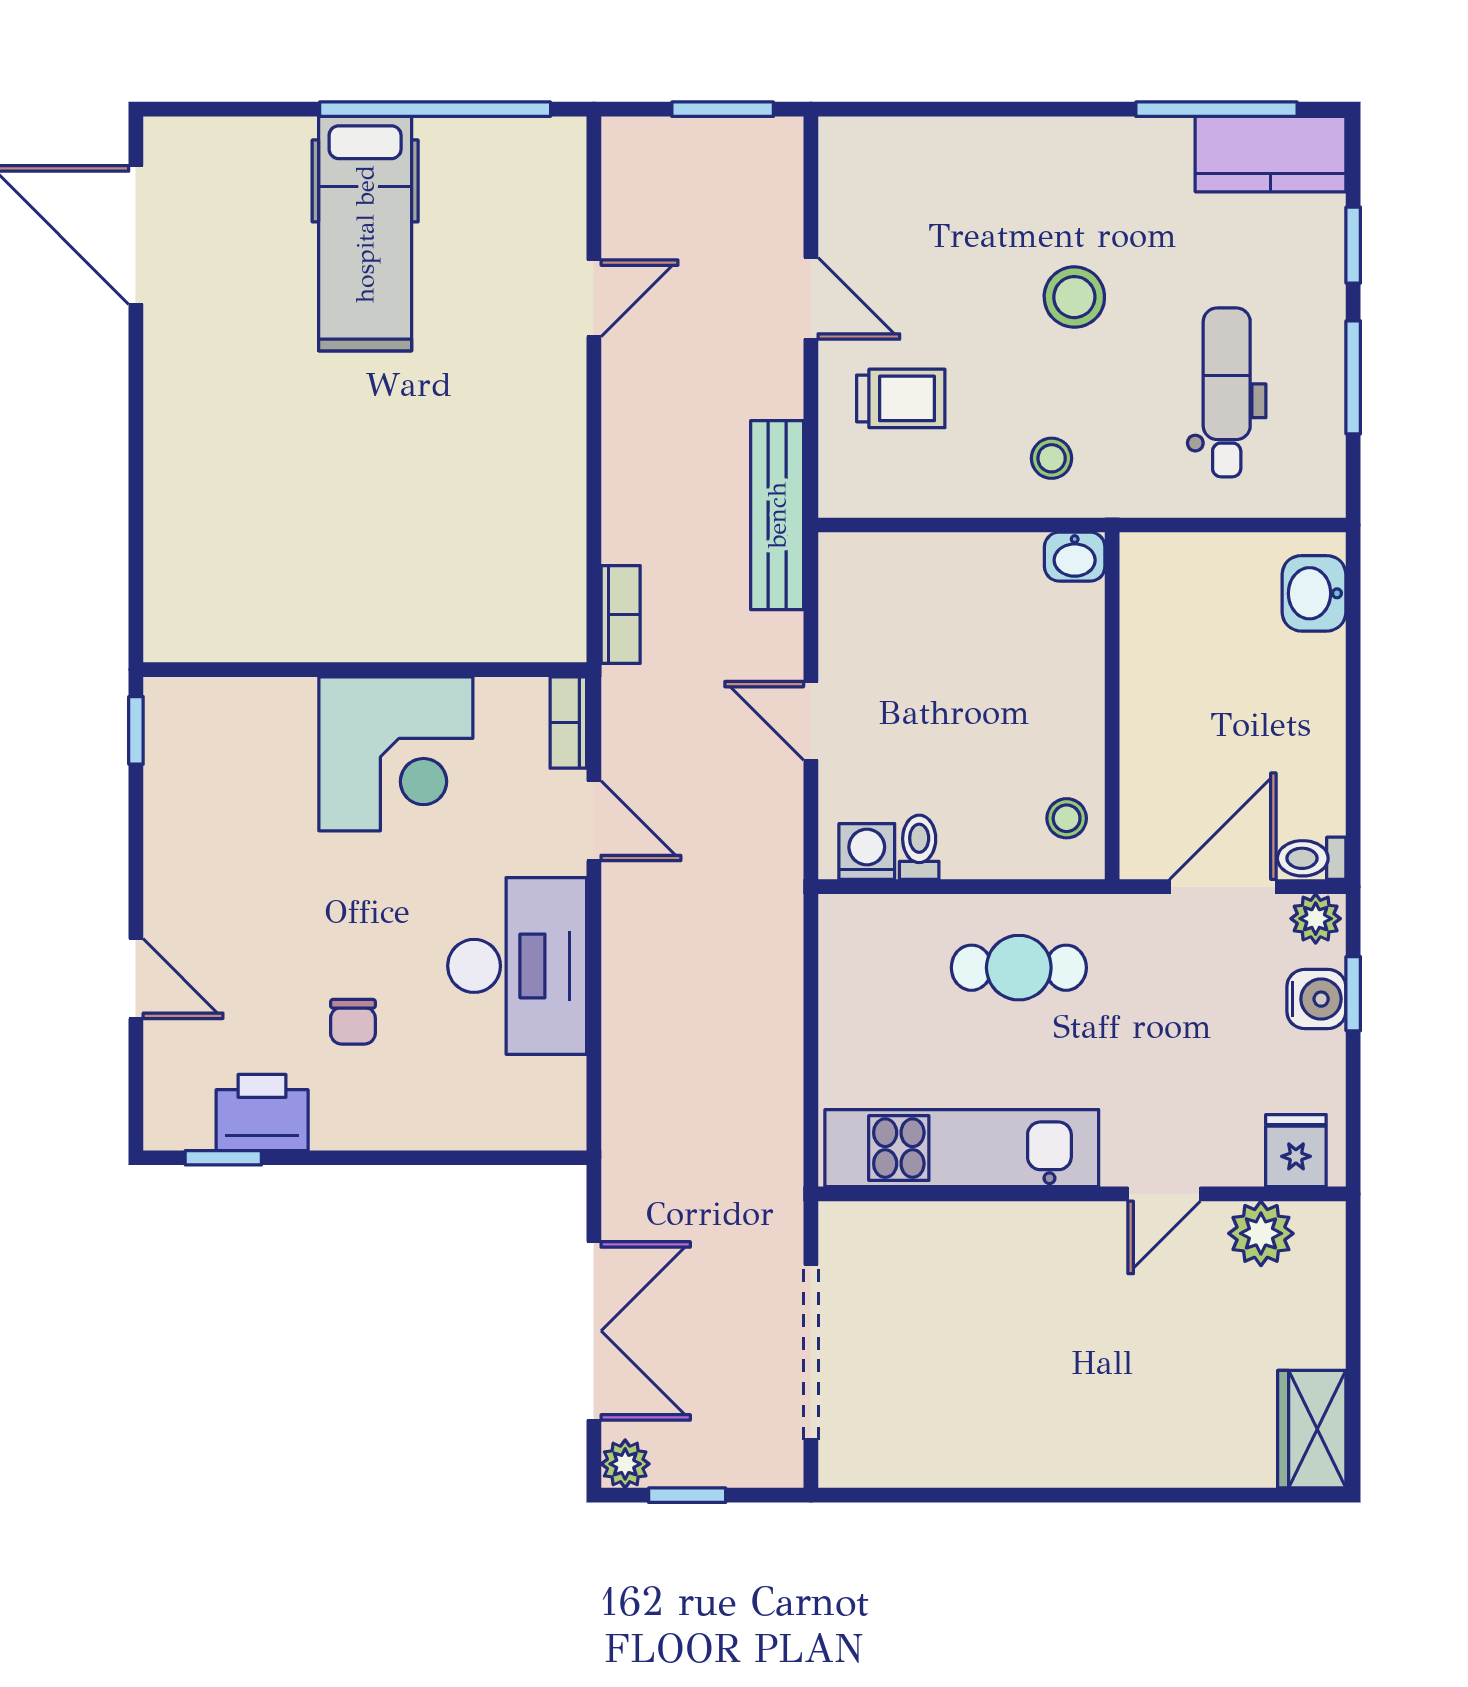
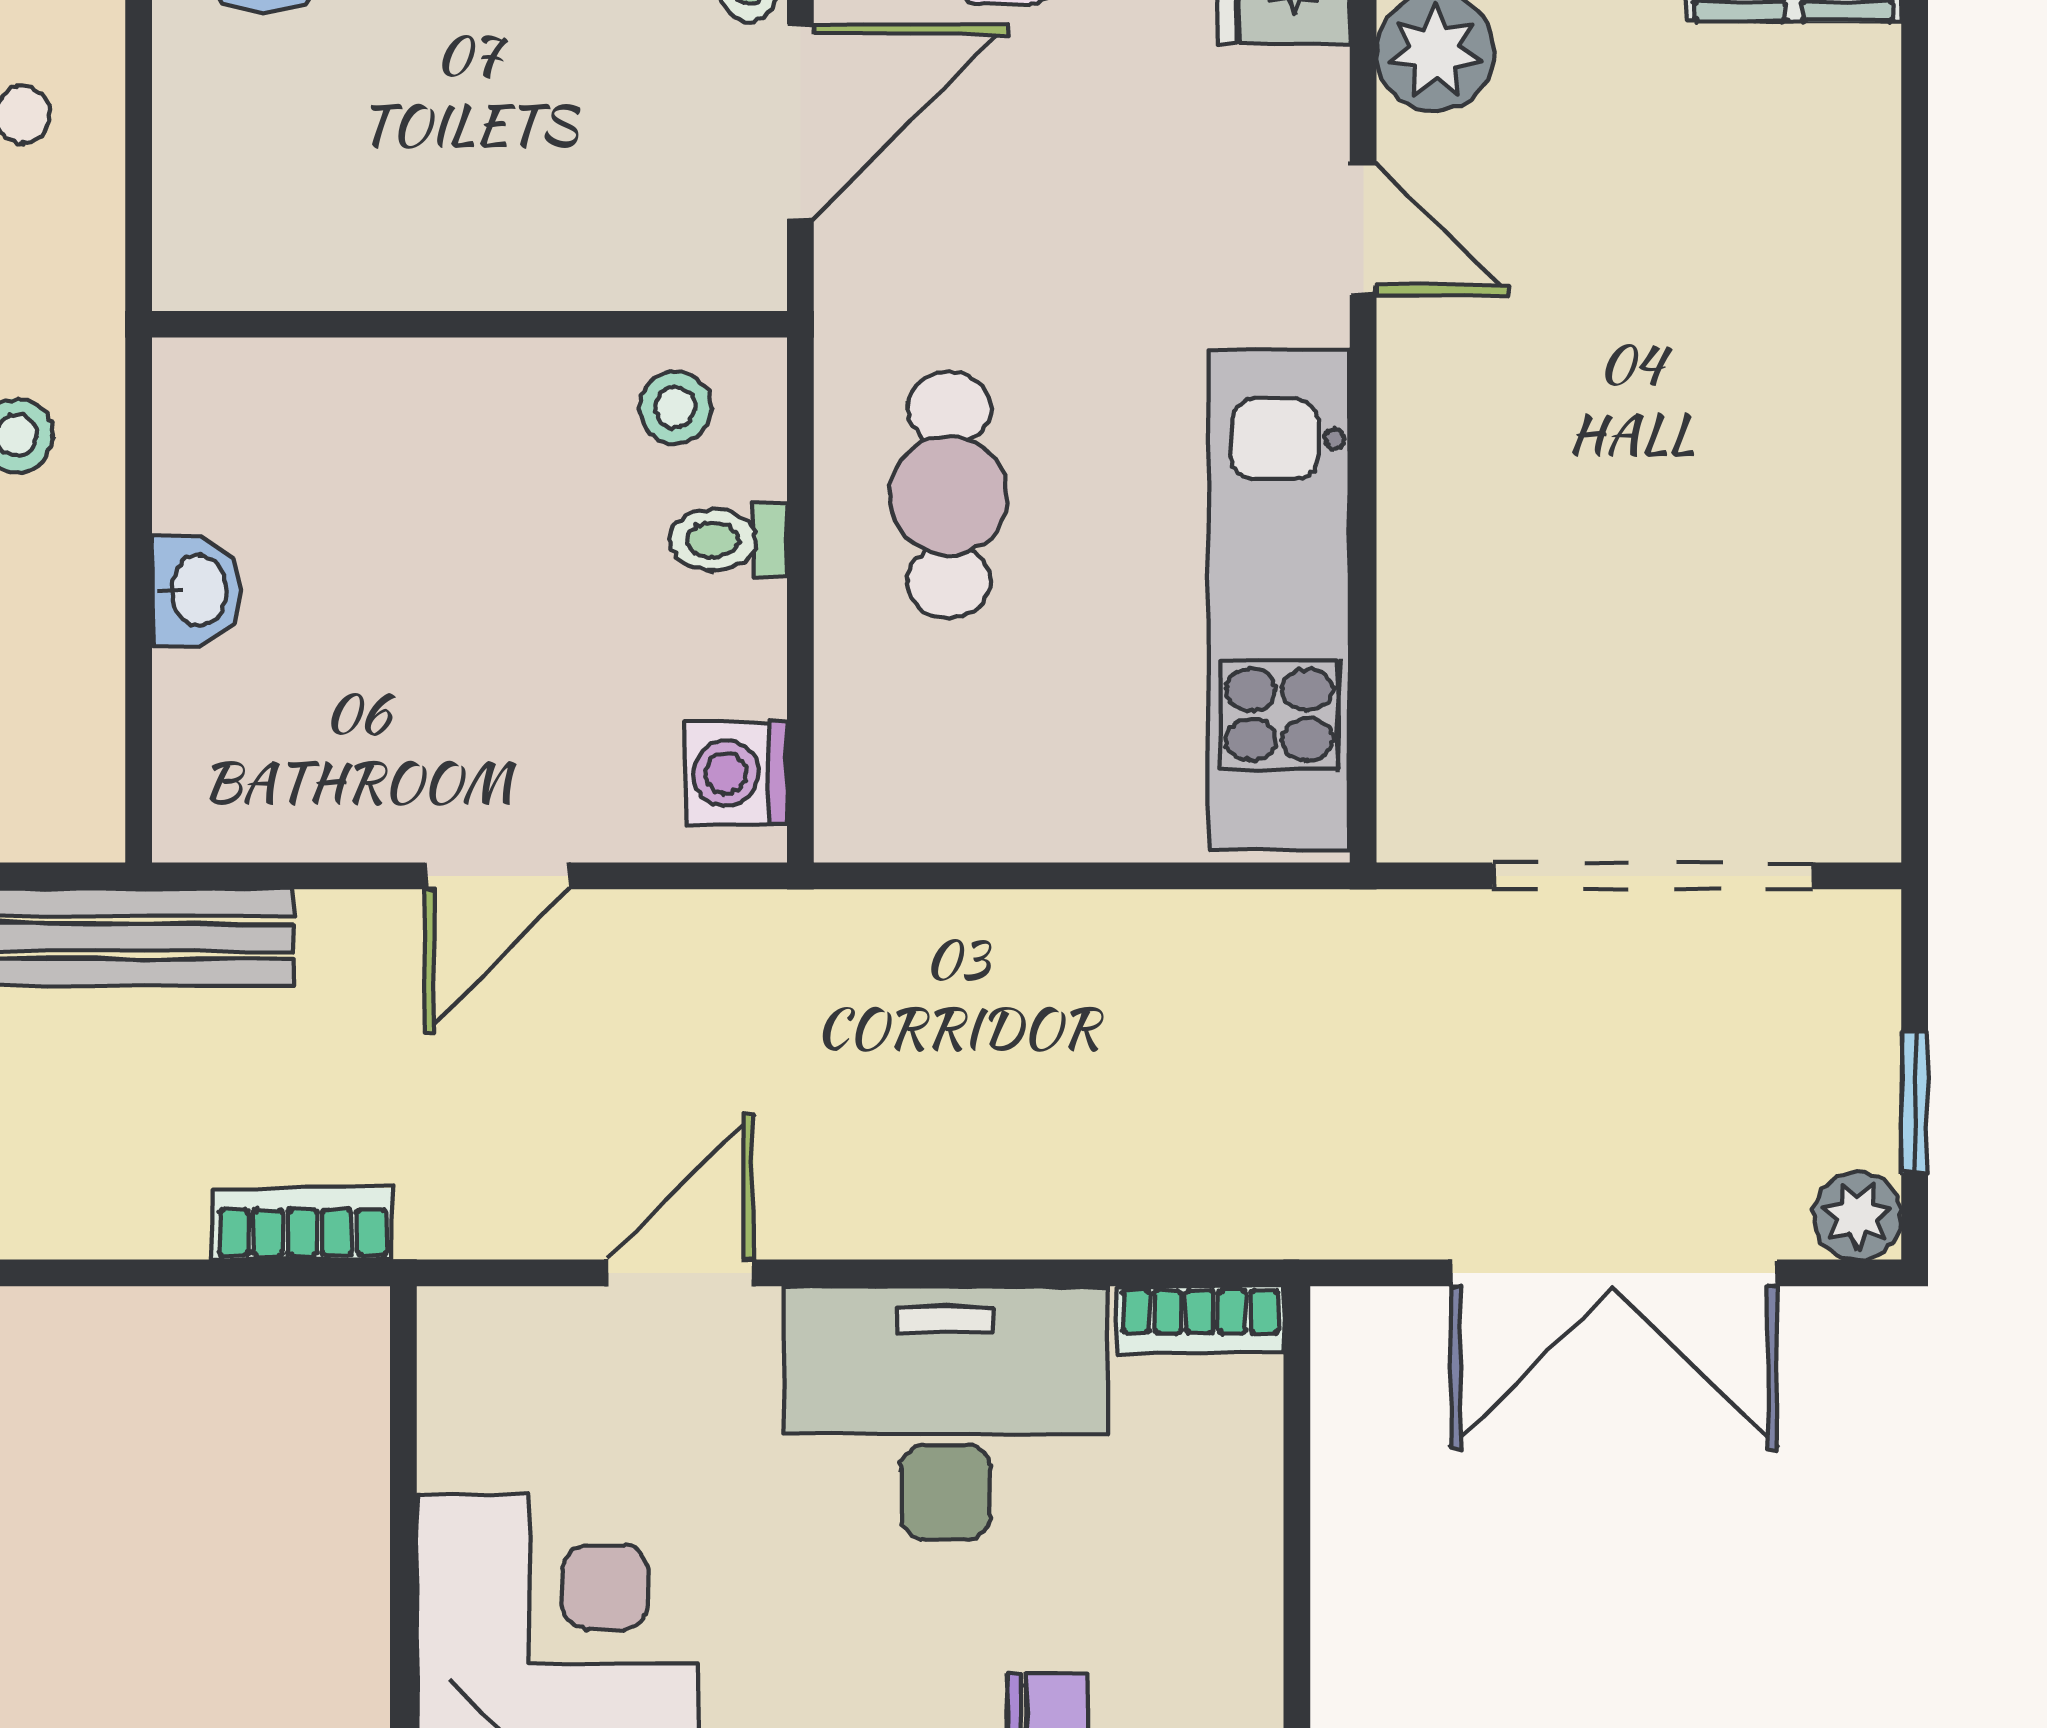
washbasin: (1075, 557) -> (197, 590), moved
bookcase: (568, 723) -> (1200, 1320), moved
toilet: (919, 847) -> (728, 540), moved
door: (1223, 887) -> (800, 121), swing flipped
double door: (594, 1331) -> (1614, 1273), swing flipped

